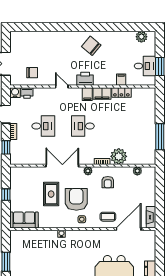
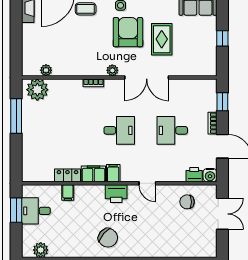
plant: (119, 156) -> (37, 90), moved
armchair: (108, 182) -> (86, 55), removed
armchair: (76, 199) -> (128, 32), turned 180

